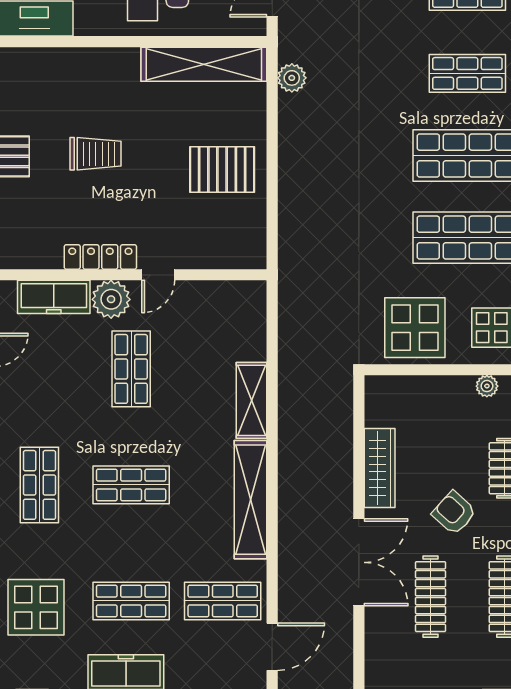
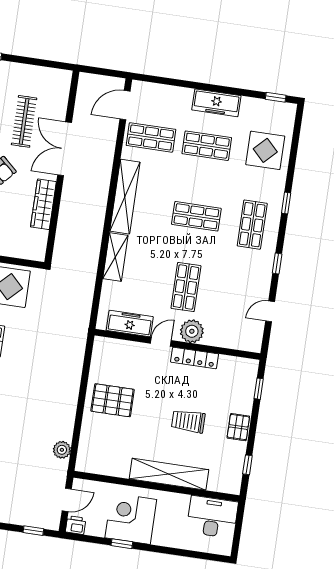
shelving: (204, 64) -> (169, 474), moved
freezer: (54, 297) -> (130, 324), moved

